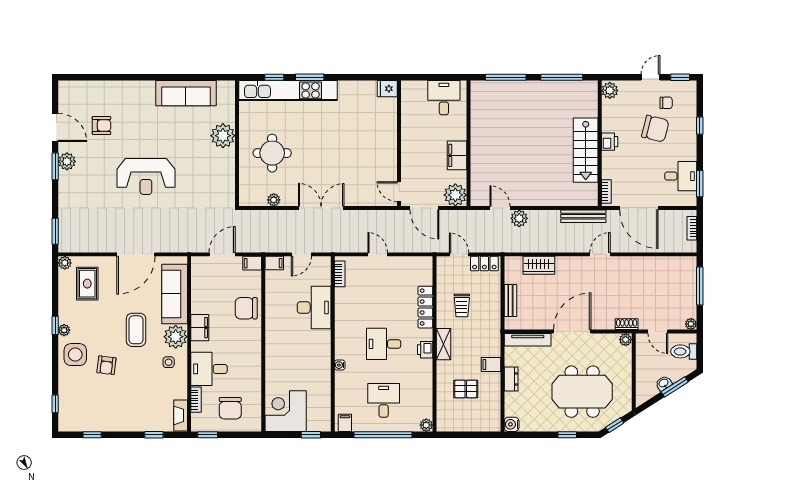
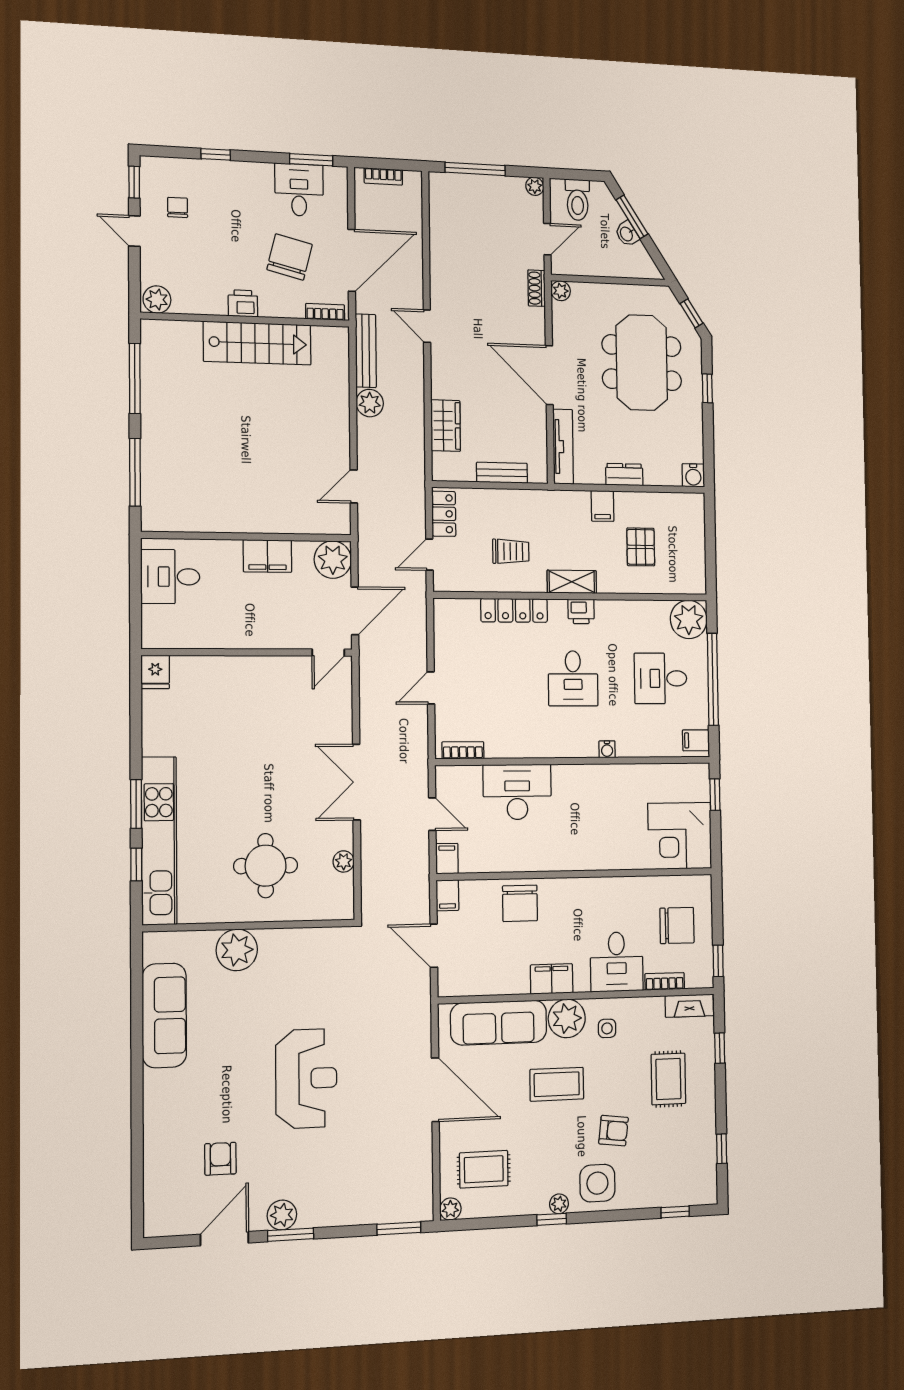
chair: (655, 129) -> (290, 257), moved
plant: (519, 218) -> (370, 403), moved
rug: (136, 401) -> (668, 1079), added
plant: (426, 425) -> (689, 619), width x1.88, depth x1.88

